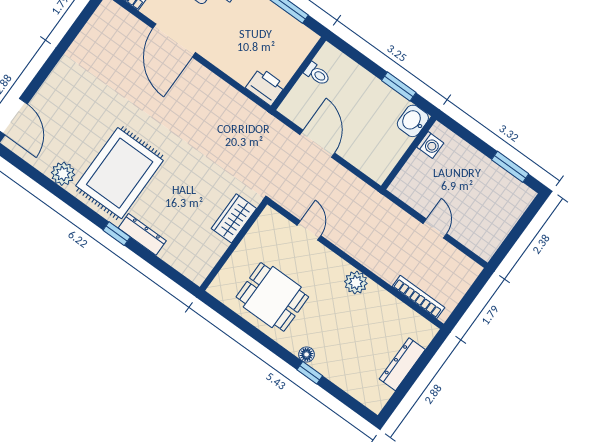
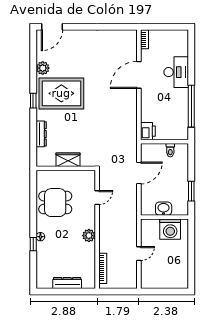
washbasin: (413, 121) -> (164, 209), moved
washing machine: (430, 145) -> (170, 229), width x1.89, depth x1.89
window: (510, 167) -> (191, 267), removed
wardrobe: (234, 218) -> (68, 160), moved
window: (117, 234) -> (33, 101), moved
dresser: (142, 234) -> (41, 134), moved
dining table: (272, 297) -> (55, 203), turned 90

